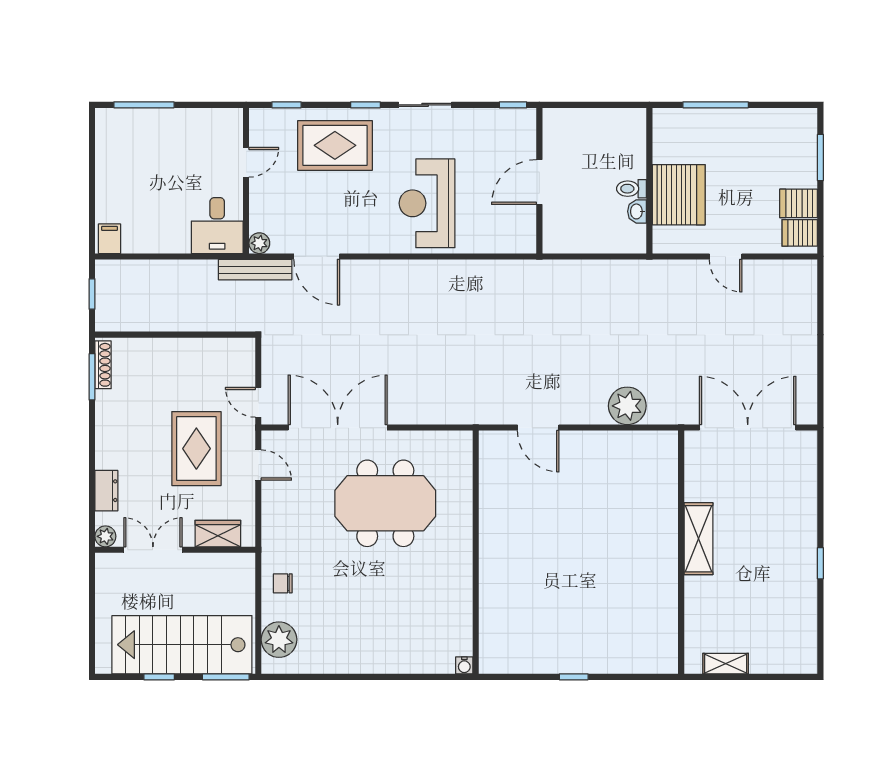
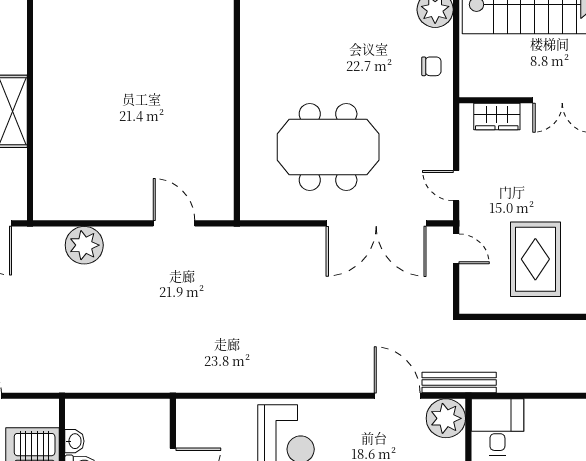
plant: (259, 243) -> (446, 418), width x1.87, depth x1.87
rug: (196, 449) -> (535, 259), moved

